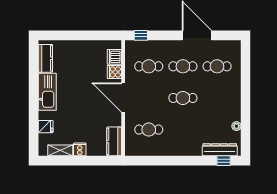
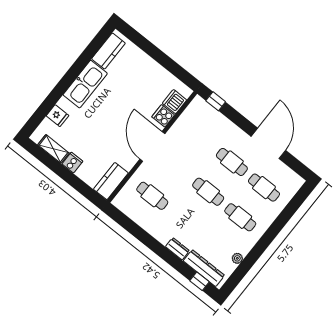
cafe table: (149, 66) -> (240, 217), moved
dresser: (193, 151) -> (177, 249), added

